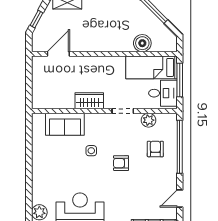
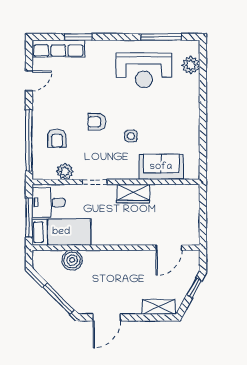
armchair: (121, 163) -> (97, 122), turned 180

